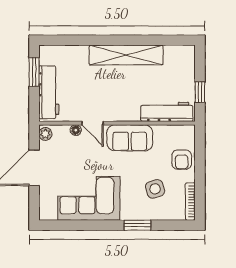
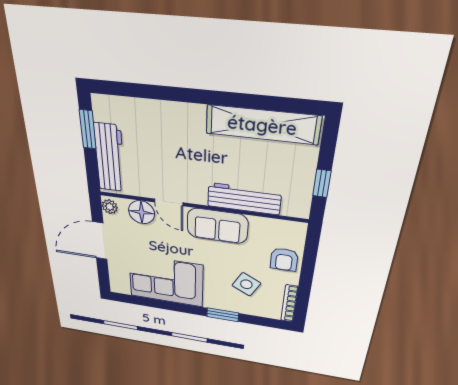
shelving: (126, 55) -> (262, 125), moved
workbench: (167, 112) -> (244, 199), moved
floor lamp: (76, 130) -> (142, 212), width x1.89, depth x1.89
side table: (155, 189) -> (246, 284), turned 45

